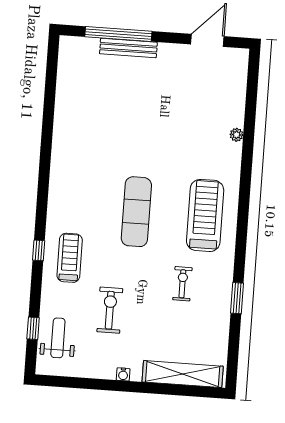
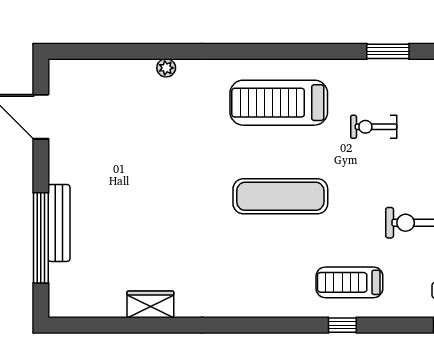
wardrobe: (64, 111) -> (150, 304), added

